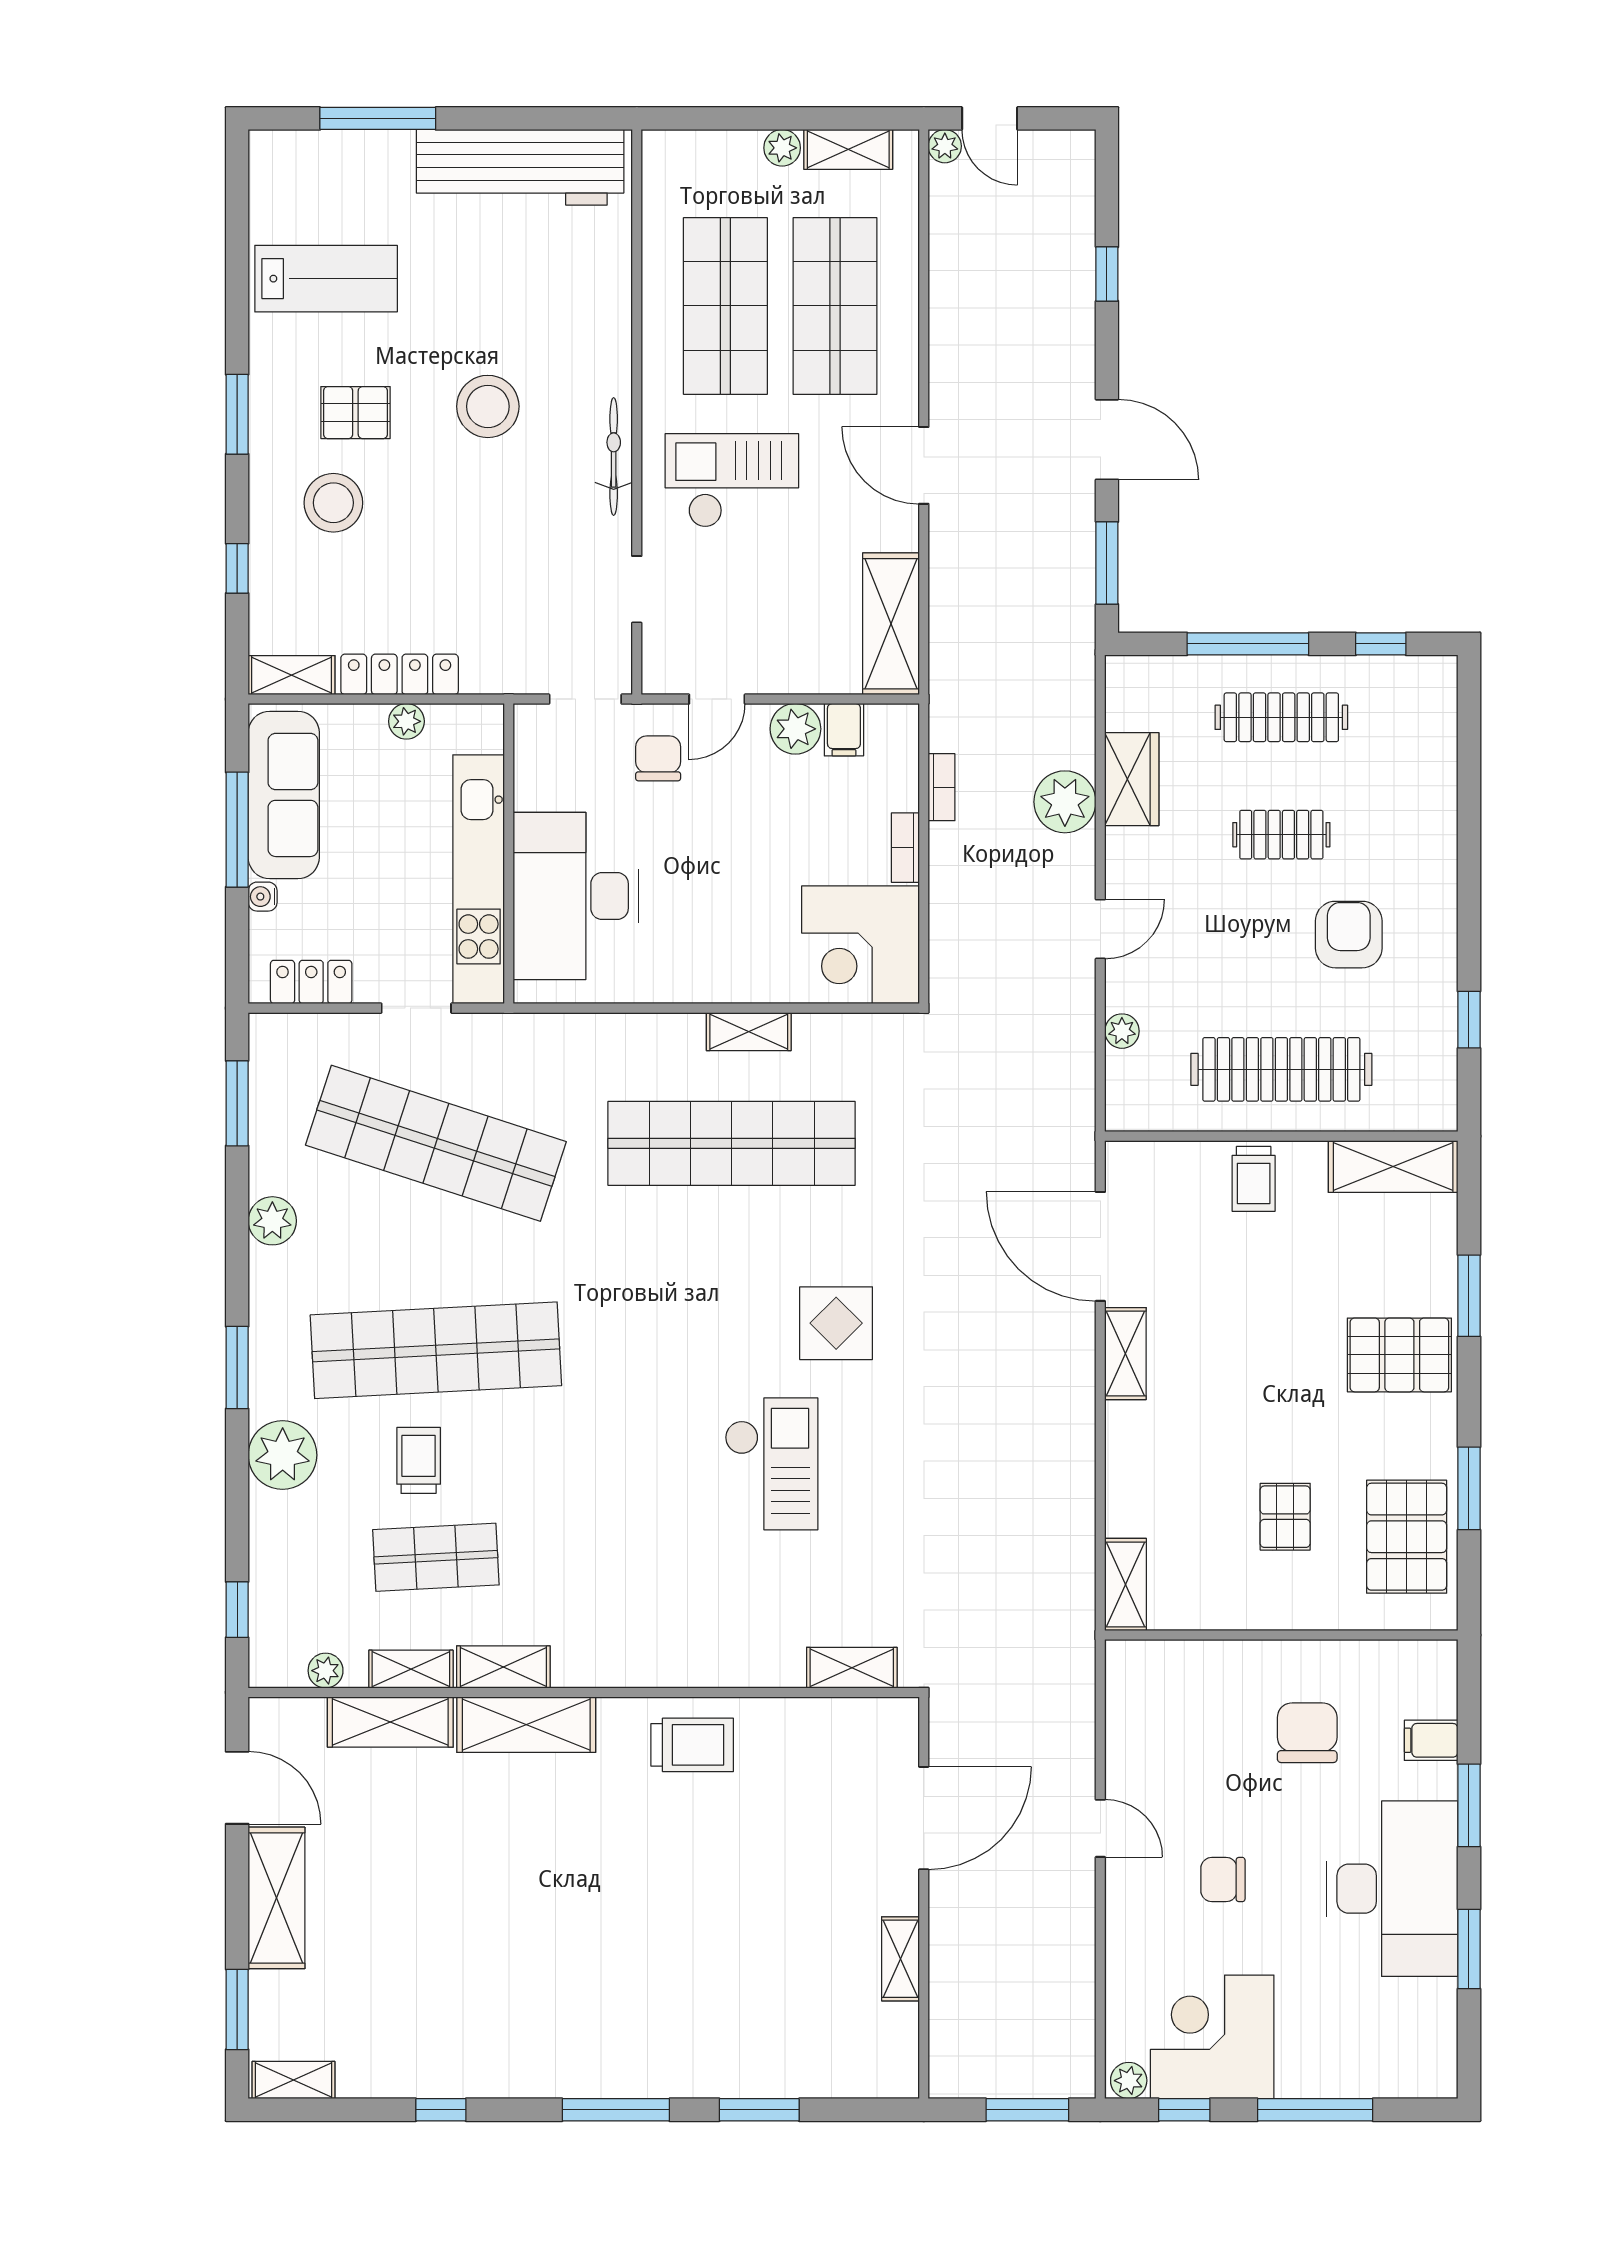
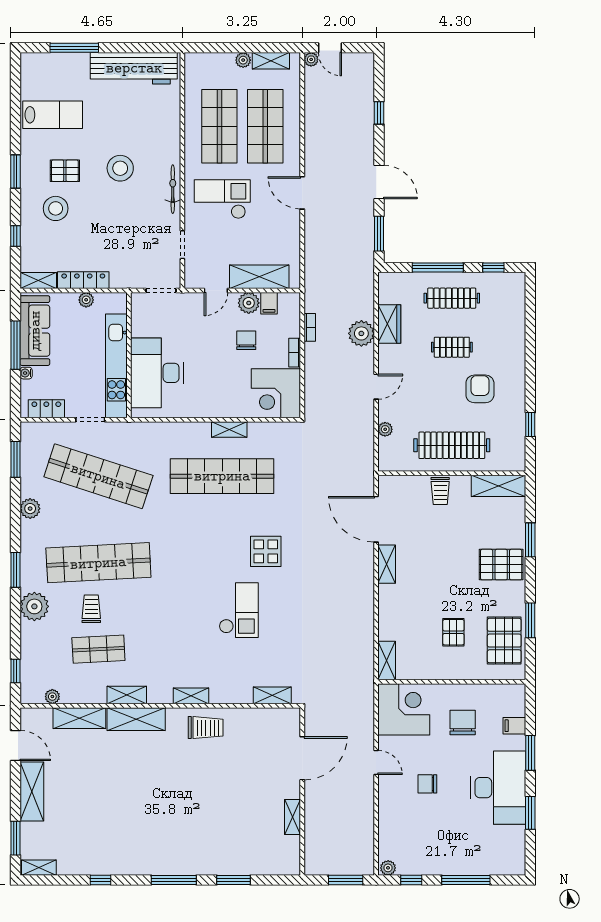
shelving: (891, 624) -> (259, 277), moved, turned 90
chair: (658, 758) -> (246, 340), moved
shelving: (411, 1669) -> (191, 696), moved
corner desk: (1212, 2037) -> (404, 709), moved, turned 90

